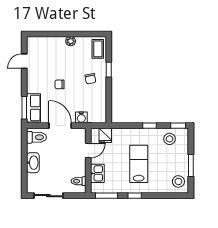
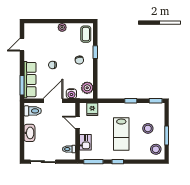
row of seats: (34, 108) -> (30, 80), width x1.48
plant: (99, 111) -> (87, 88), added
door: (60, 126) -> (53, 101), hinge flipped
stool: (170, 139) -> (148, 128), moved
door: (88, 151) -> (77, 122), swing flipped
lab bench: (139, 164) -> (121, 134), turned 180

